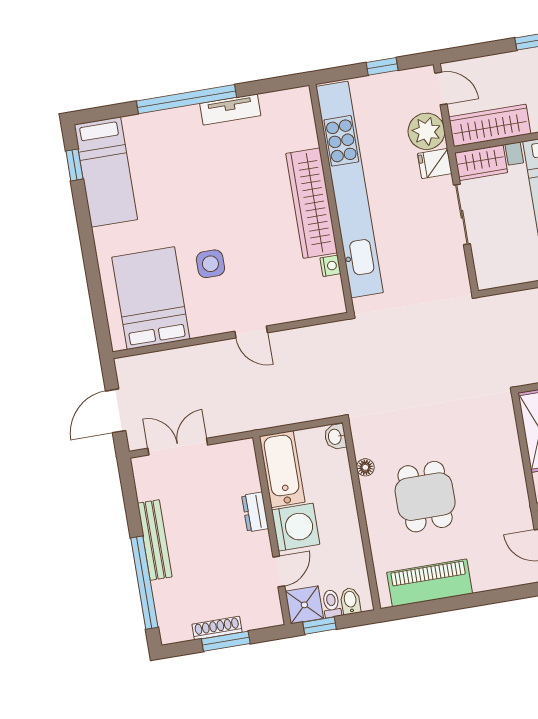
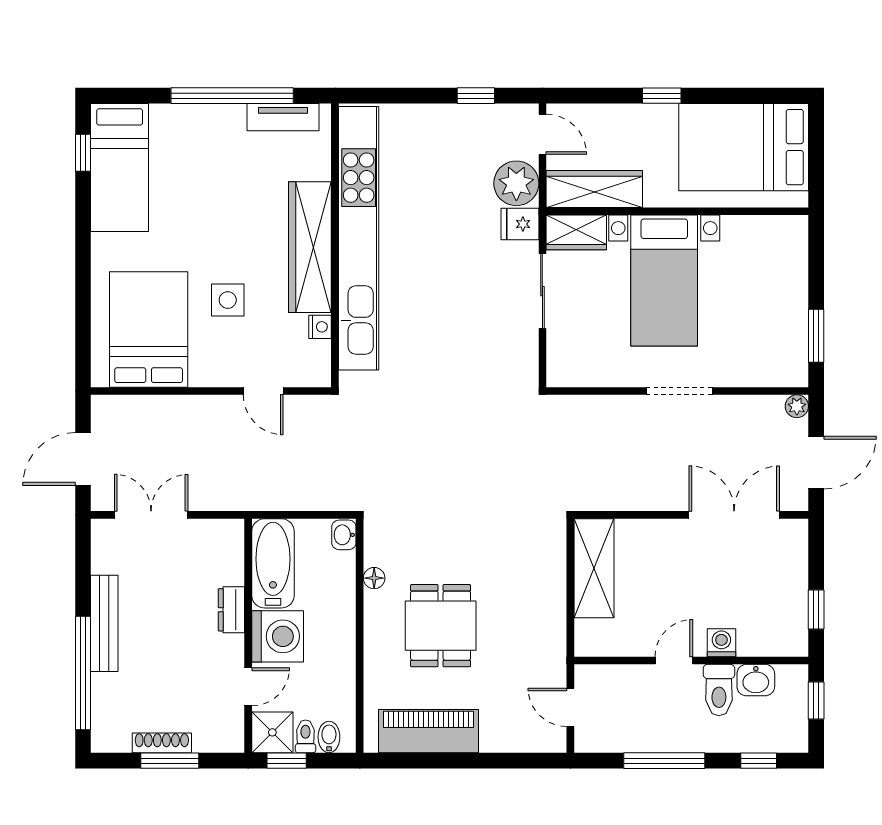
kitchen unit: (349, 190) -> (359, 238), moved
wall: (331, 198) -> (335, 245), moved
wardrobe: (312, 203) -> (310, 247), moved
nightstand: (330, 266) -> (320, 327), moved

